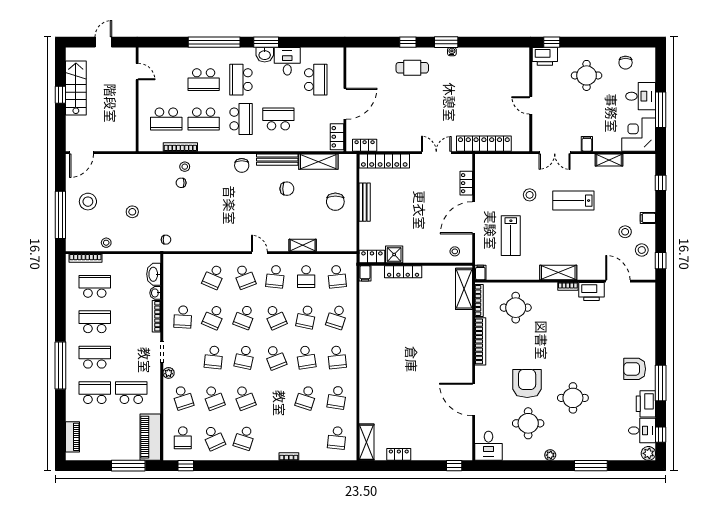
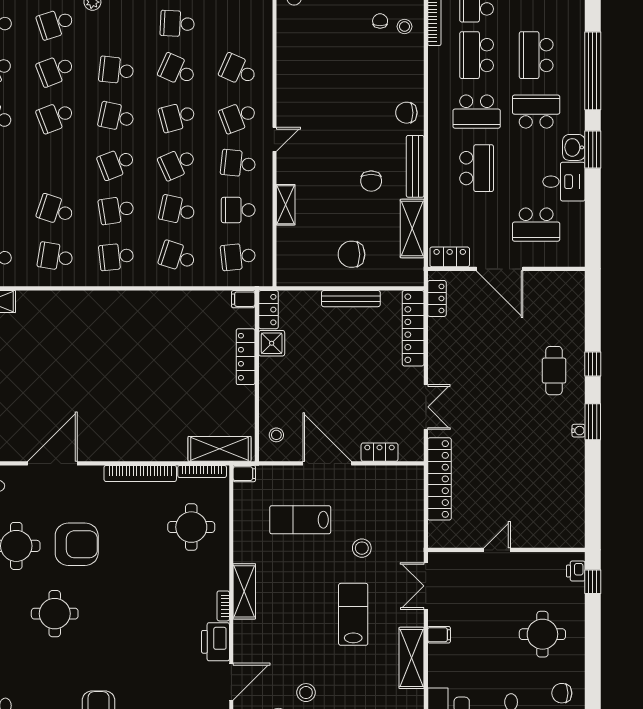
printer: (545, 56) -> (576, 571), width x0.53, depth x0.68
shelving: (609, 160) -> (412, 658), width x1.50, depth x1.33
school desk: (244, 317) -> (177, 117), turned -36

